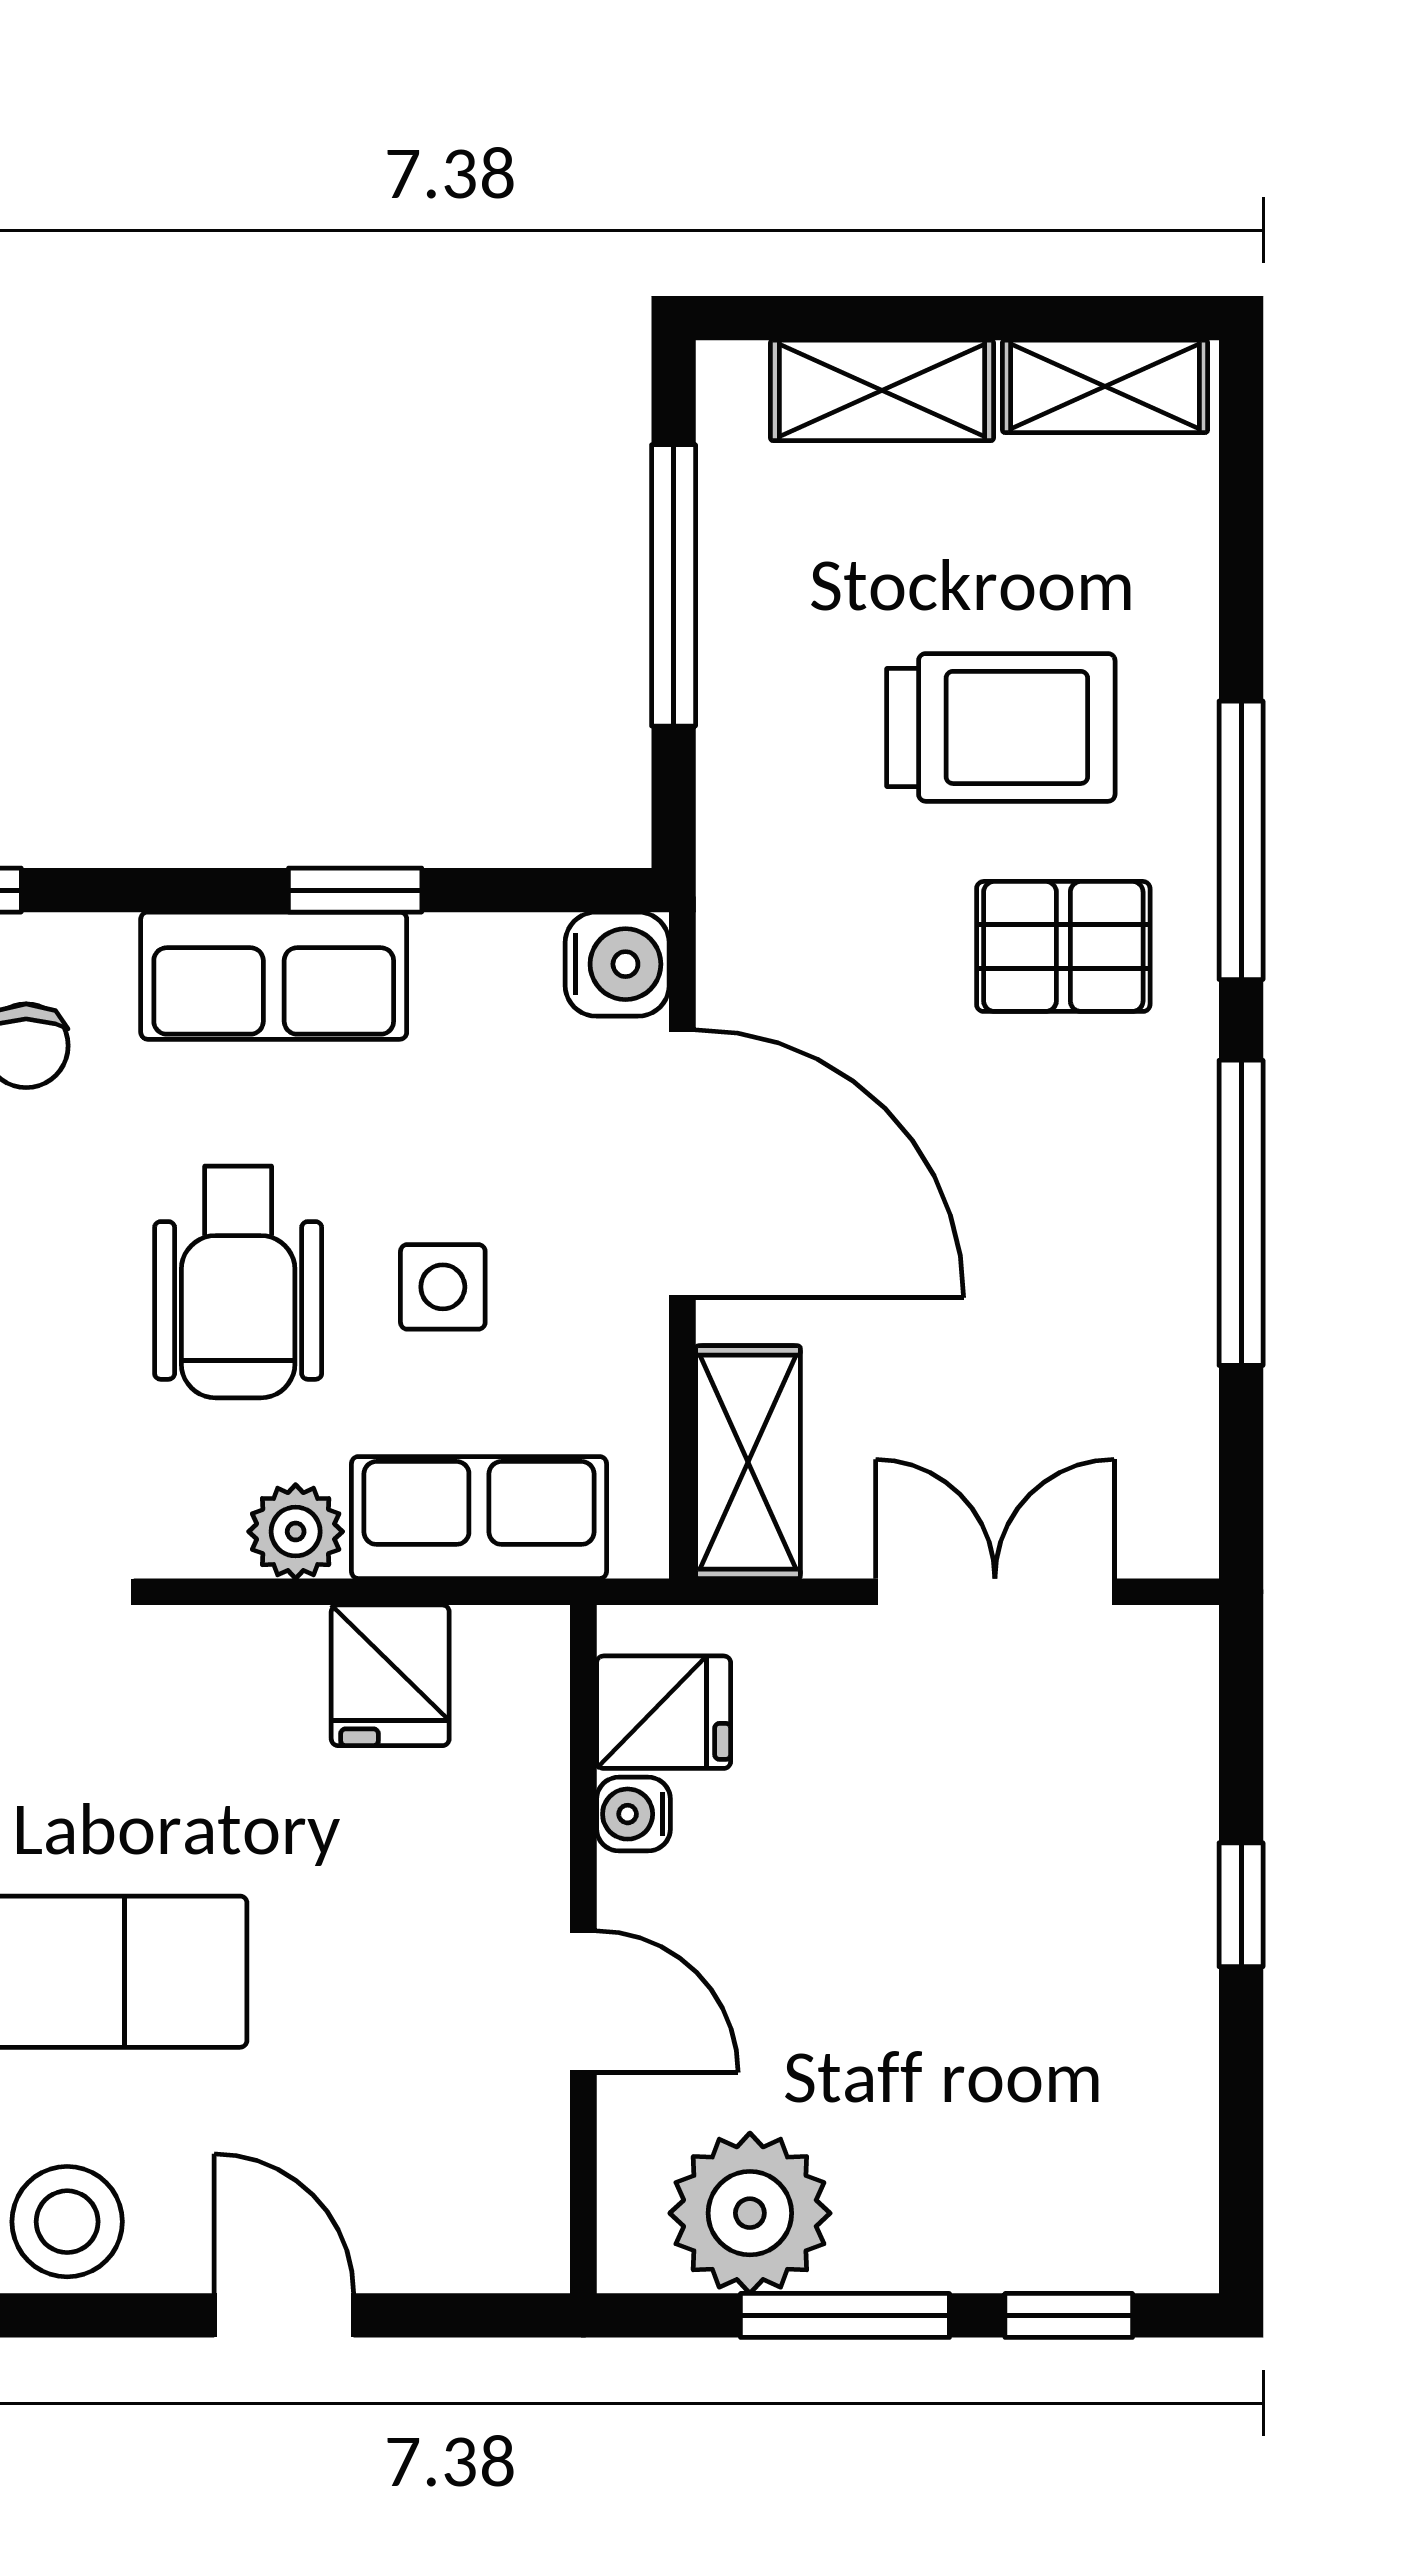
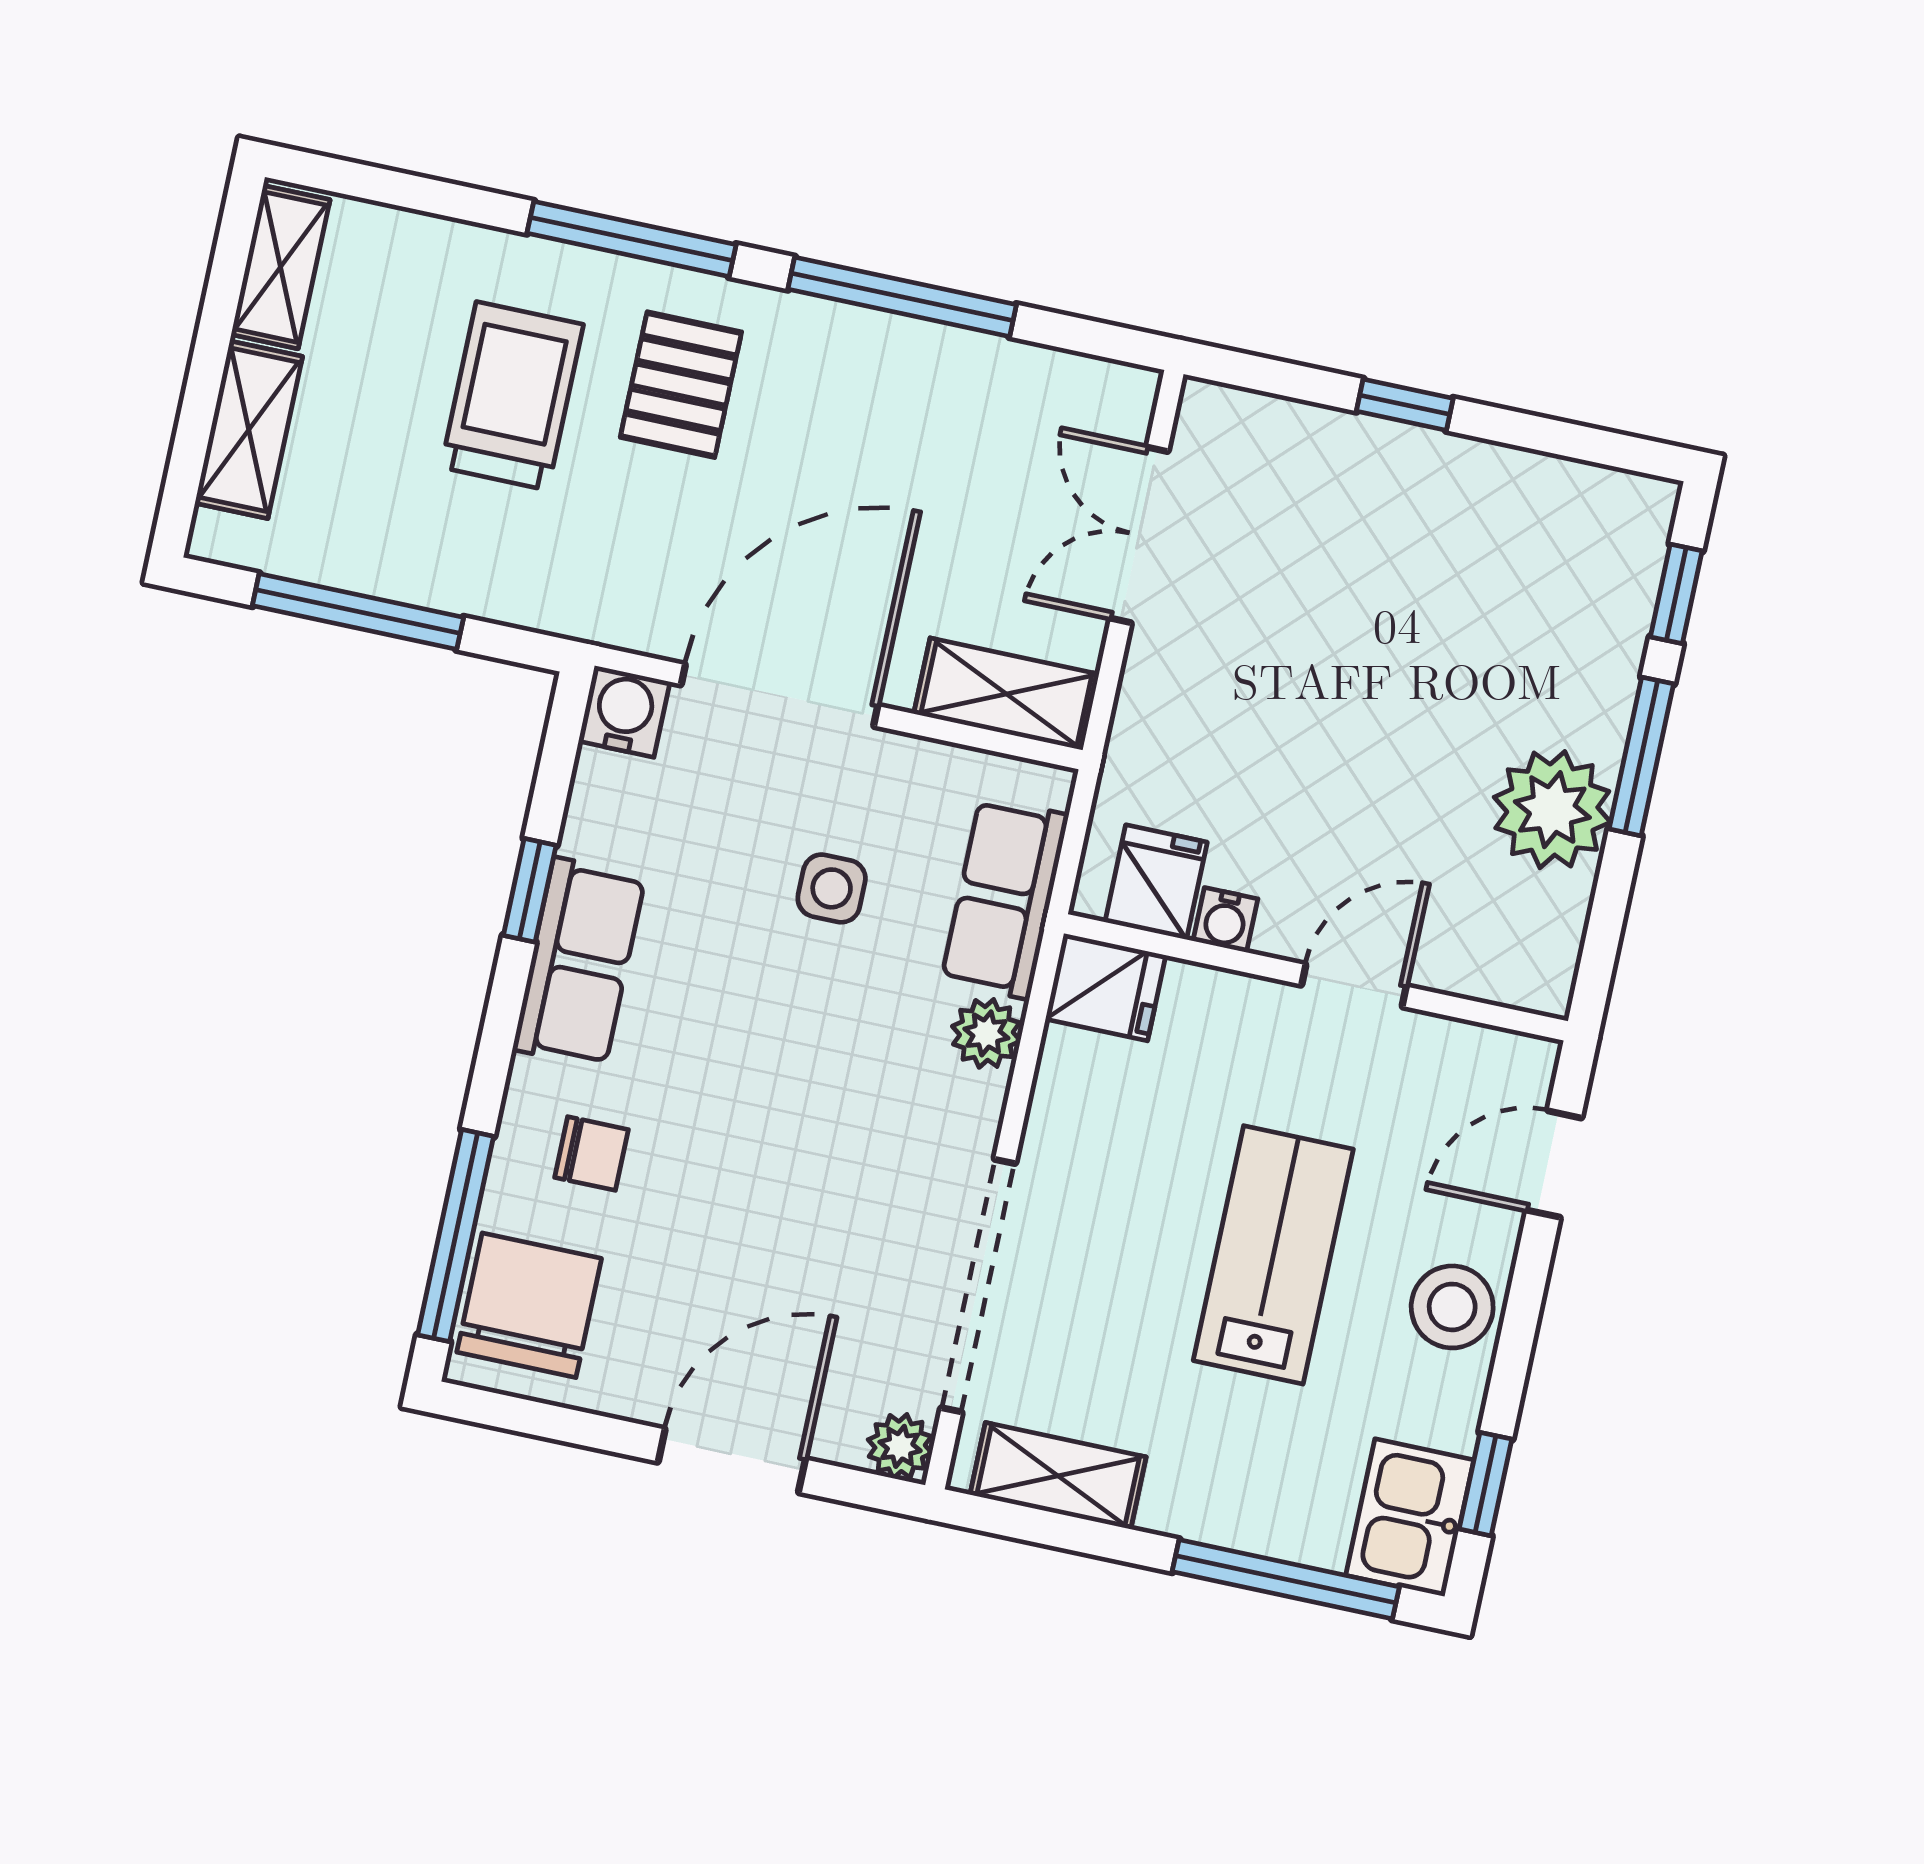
wheelchair: (238, 1282) -> (796, 1036), removed
fridge: (664, 1712) -> (1156, 882), moved
water cooler: (633, 1814) -> (1225, 920), moved
wall: (583, 1949) -> (1316, 977), moved
door: (583, 2002) -> (1354, 986), moved

